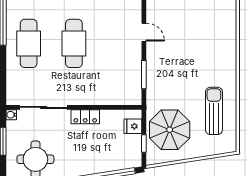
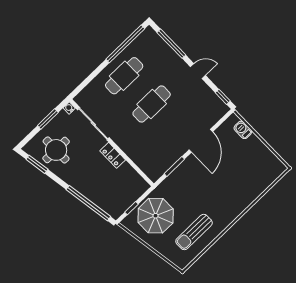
door: (144, 32) -> (201, 141), width x1.88
sun lounger: (214, 111) -> (194, 232), turned 180
fridge: (133, 126) -> (135, 191), removed

